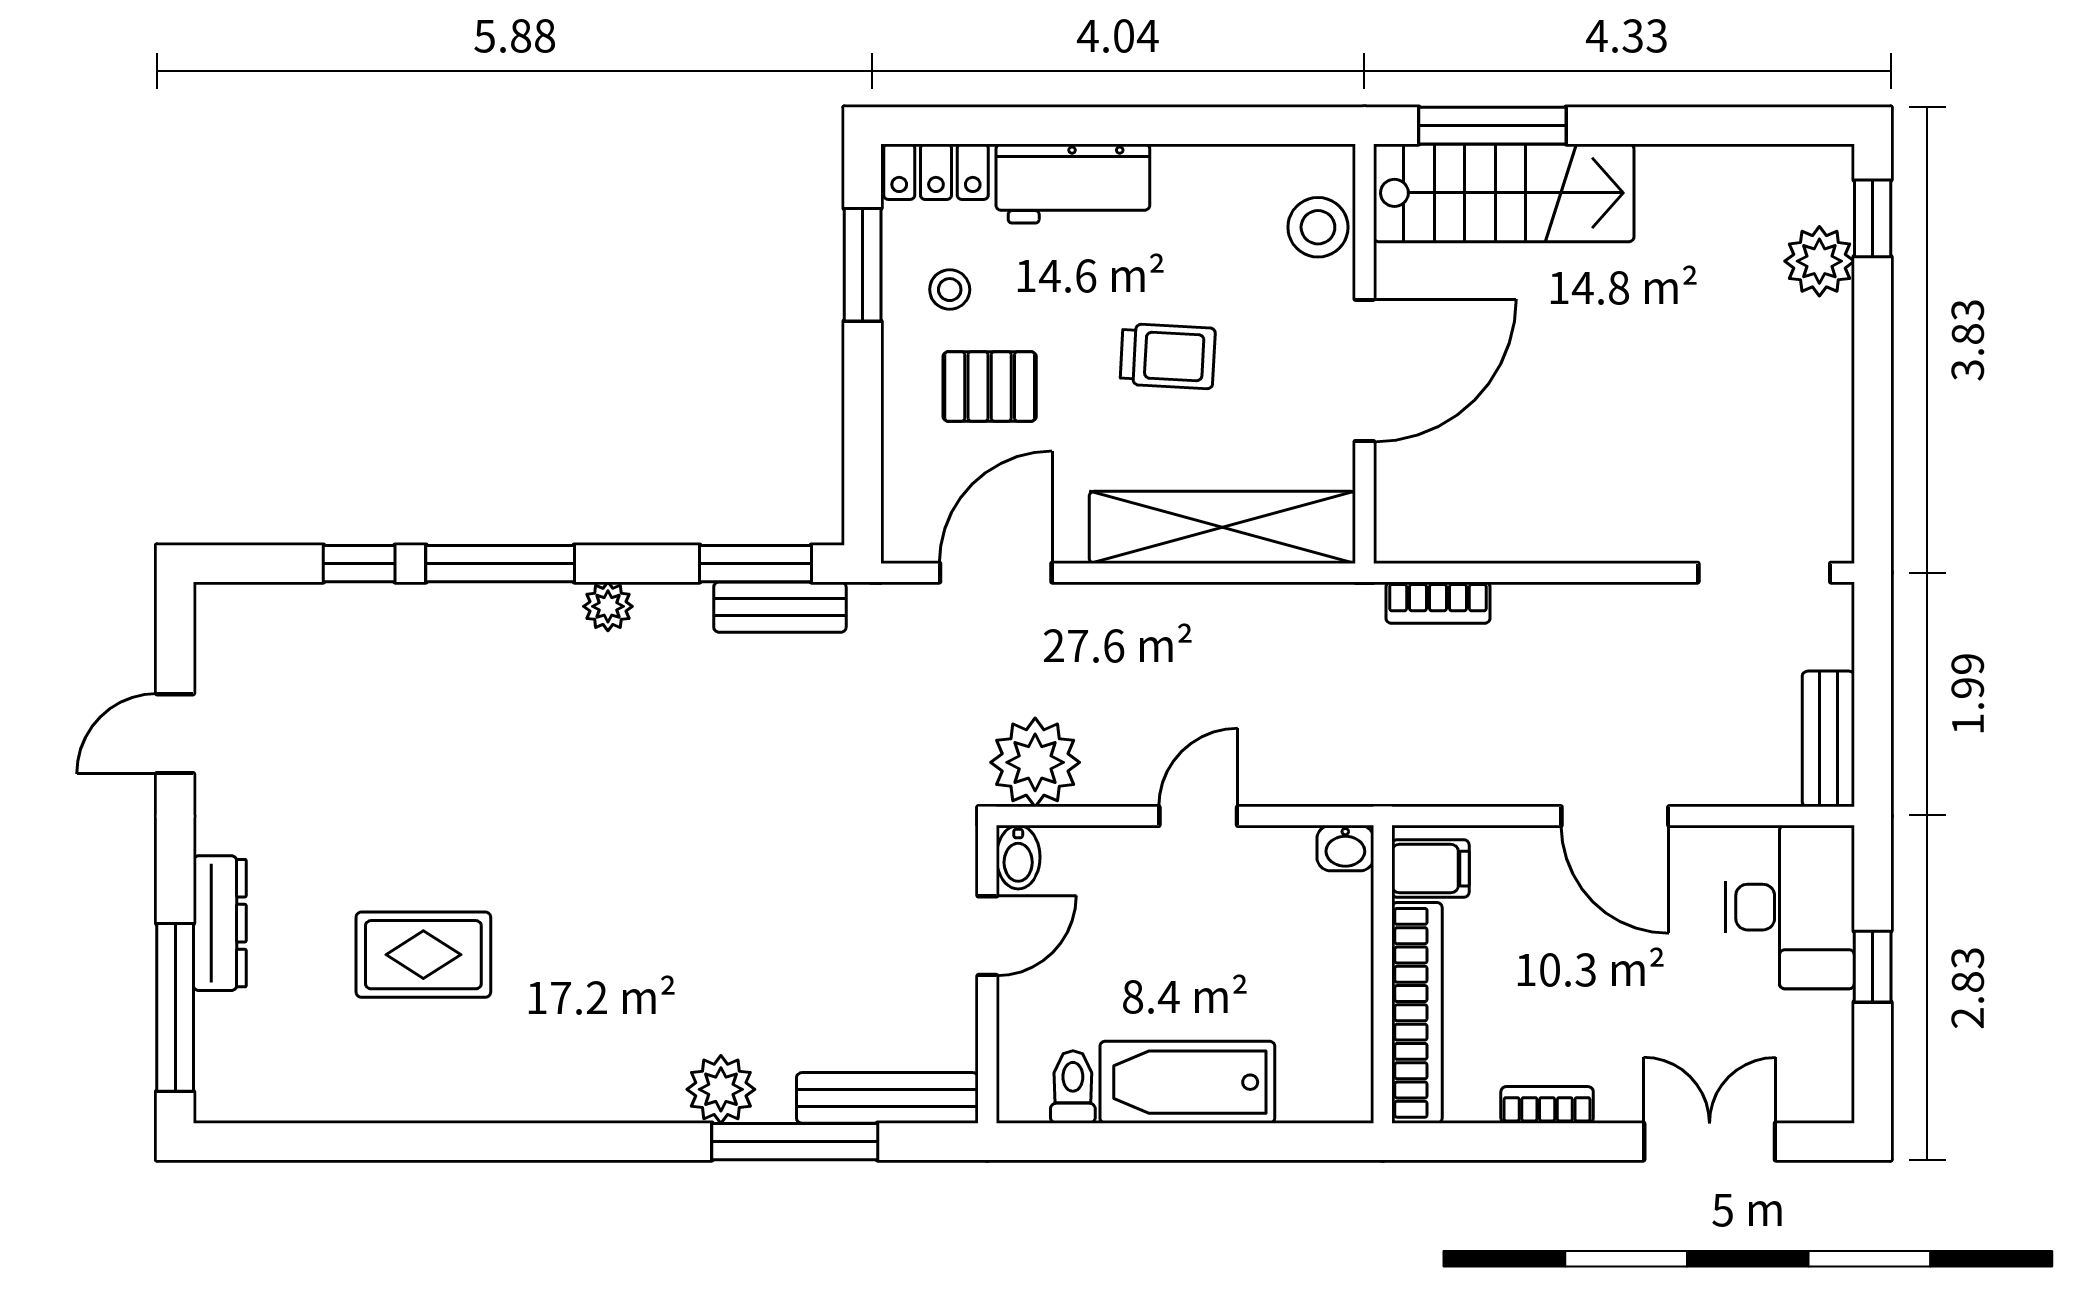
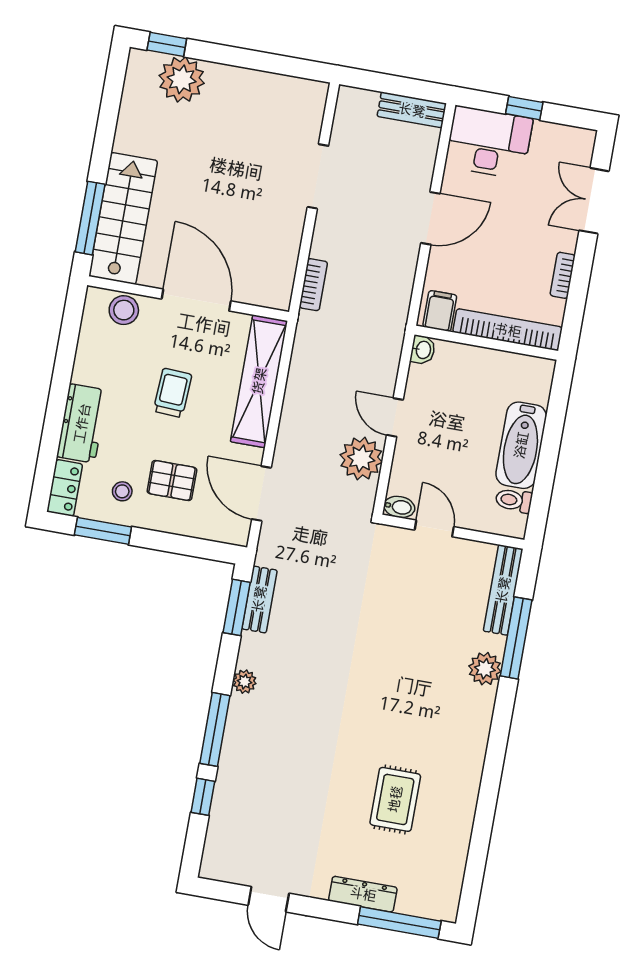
plant: (1819, 261) -> (182, 79), width x1.36, depth x1.36
pallet: (990, 386) -> (172, 481), turned 90
doorway: (1764, 573) -> (318, 176), moved
plant: (1035, 762) -> (361, 459), moved

